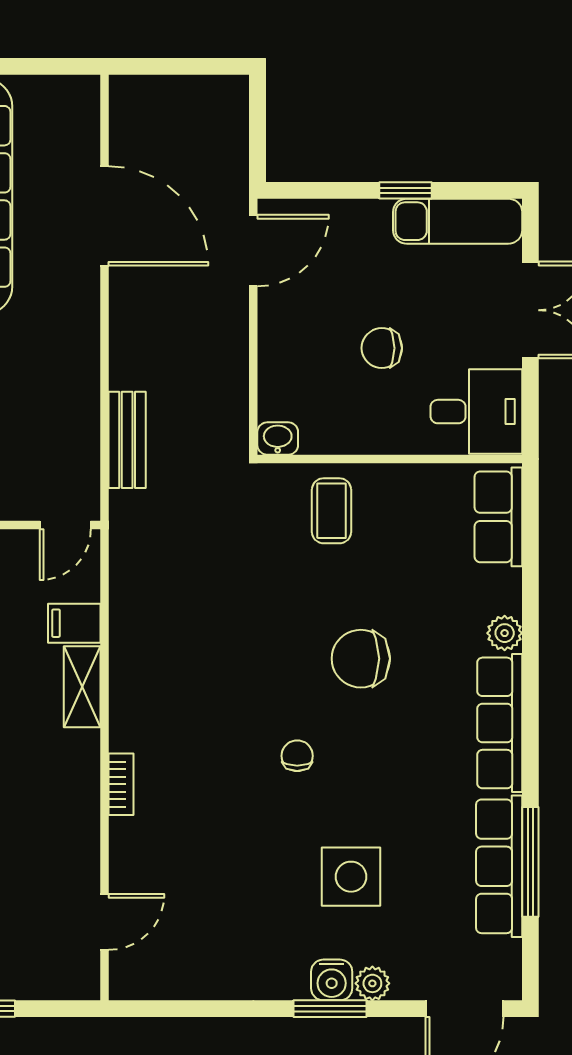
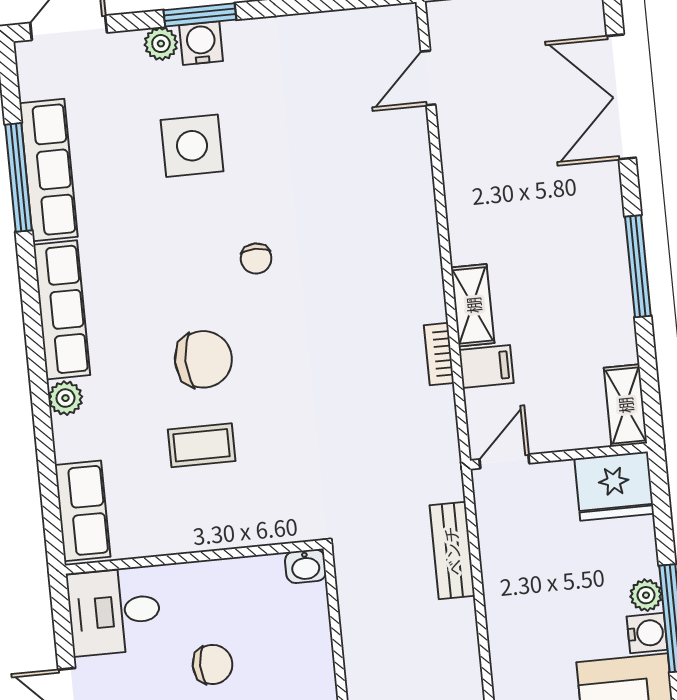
coffee table: (331, 511) -> (202, 445), moved, turned 90
bookcase: (121, 784) -> (439, 354), moved

